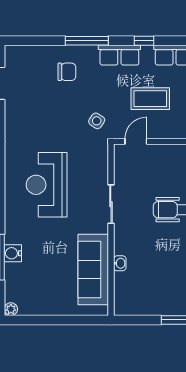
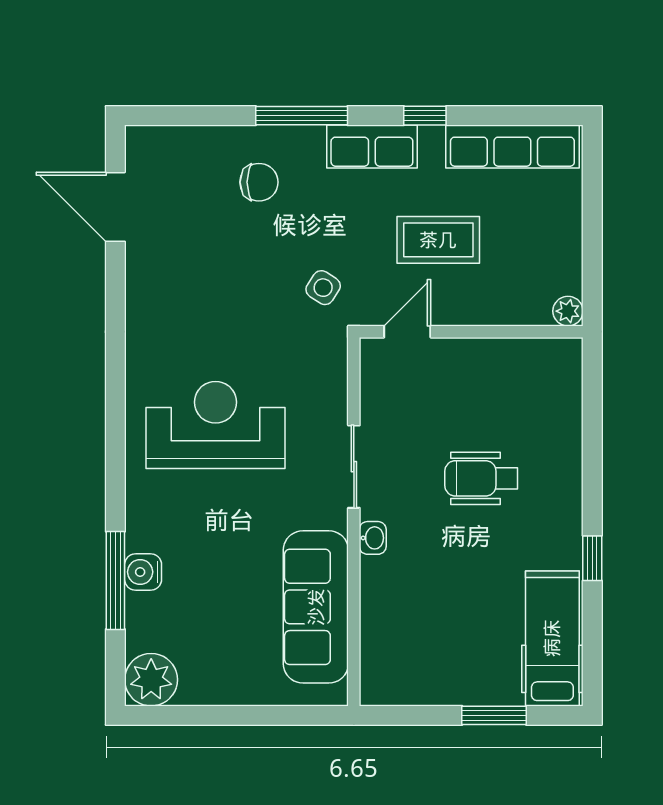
reception desk: (47, 185) -> (215, 425), turned 90
washbasin: (120, 263) -> (373, 538), moved
plant: (11, 309) -> (151, 680), width x1.88, depth x1.88

